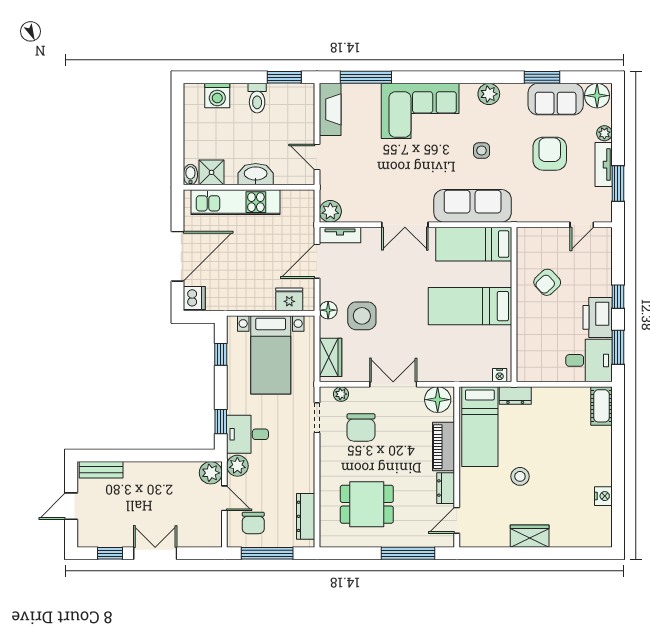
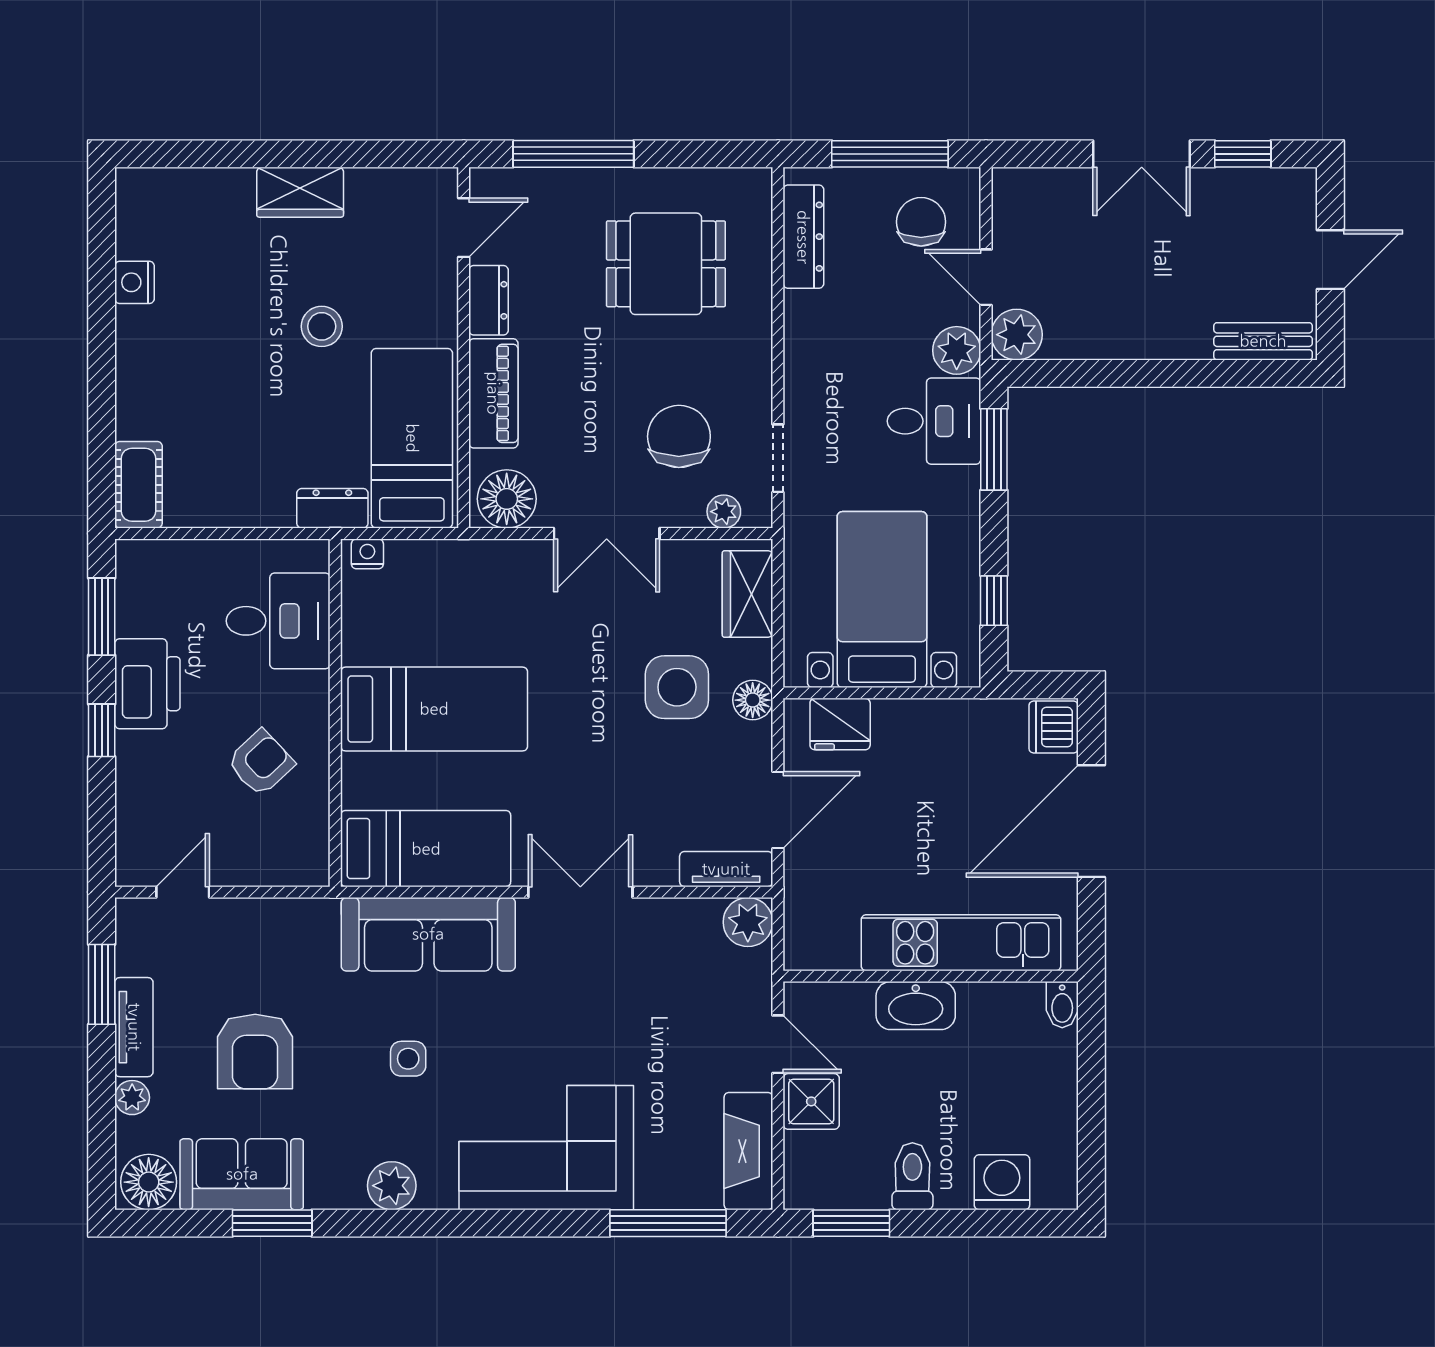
shower: (212, 172) -> (811, 1101), moved
desk: (589, 360) -> (278, 621), moved, turned 180
window: (221, 422) -> (994, 449), width x1.50

